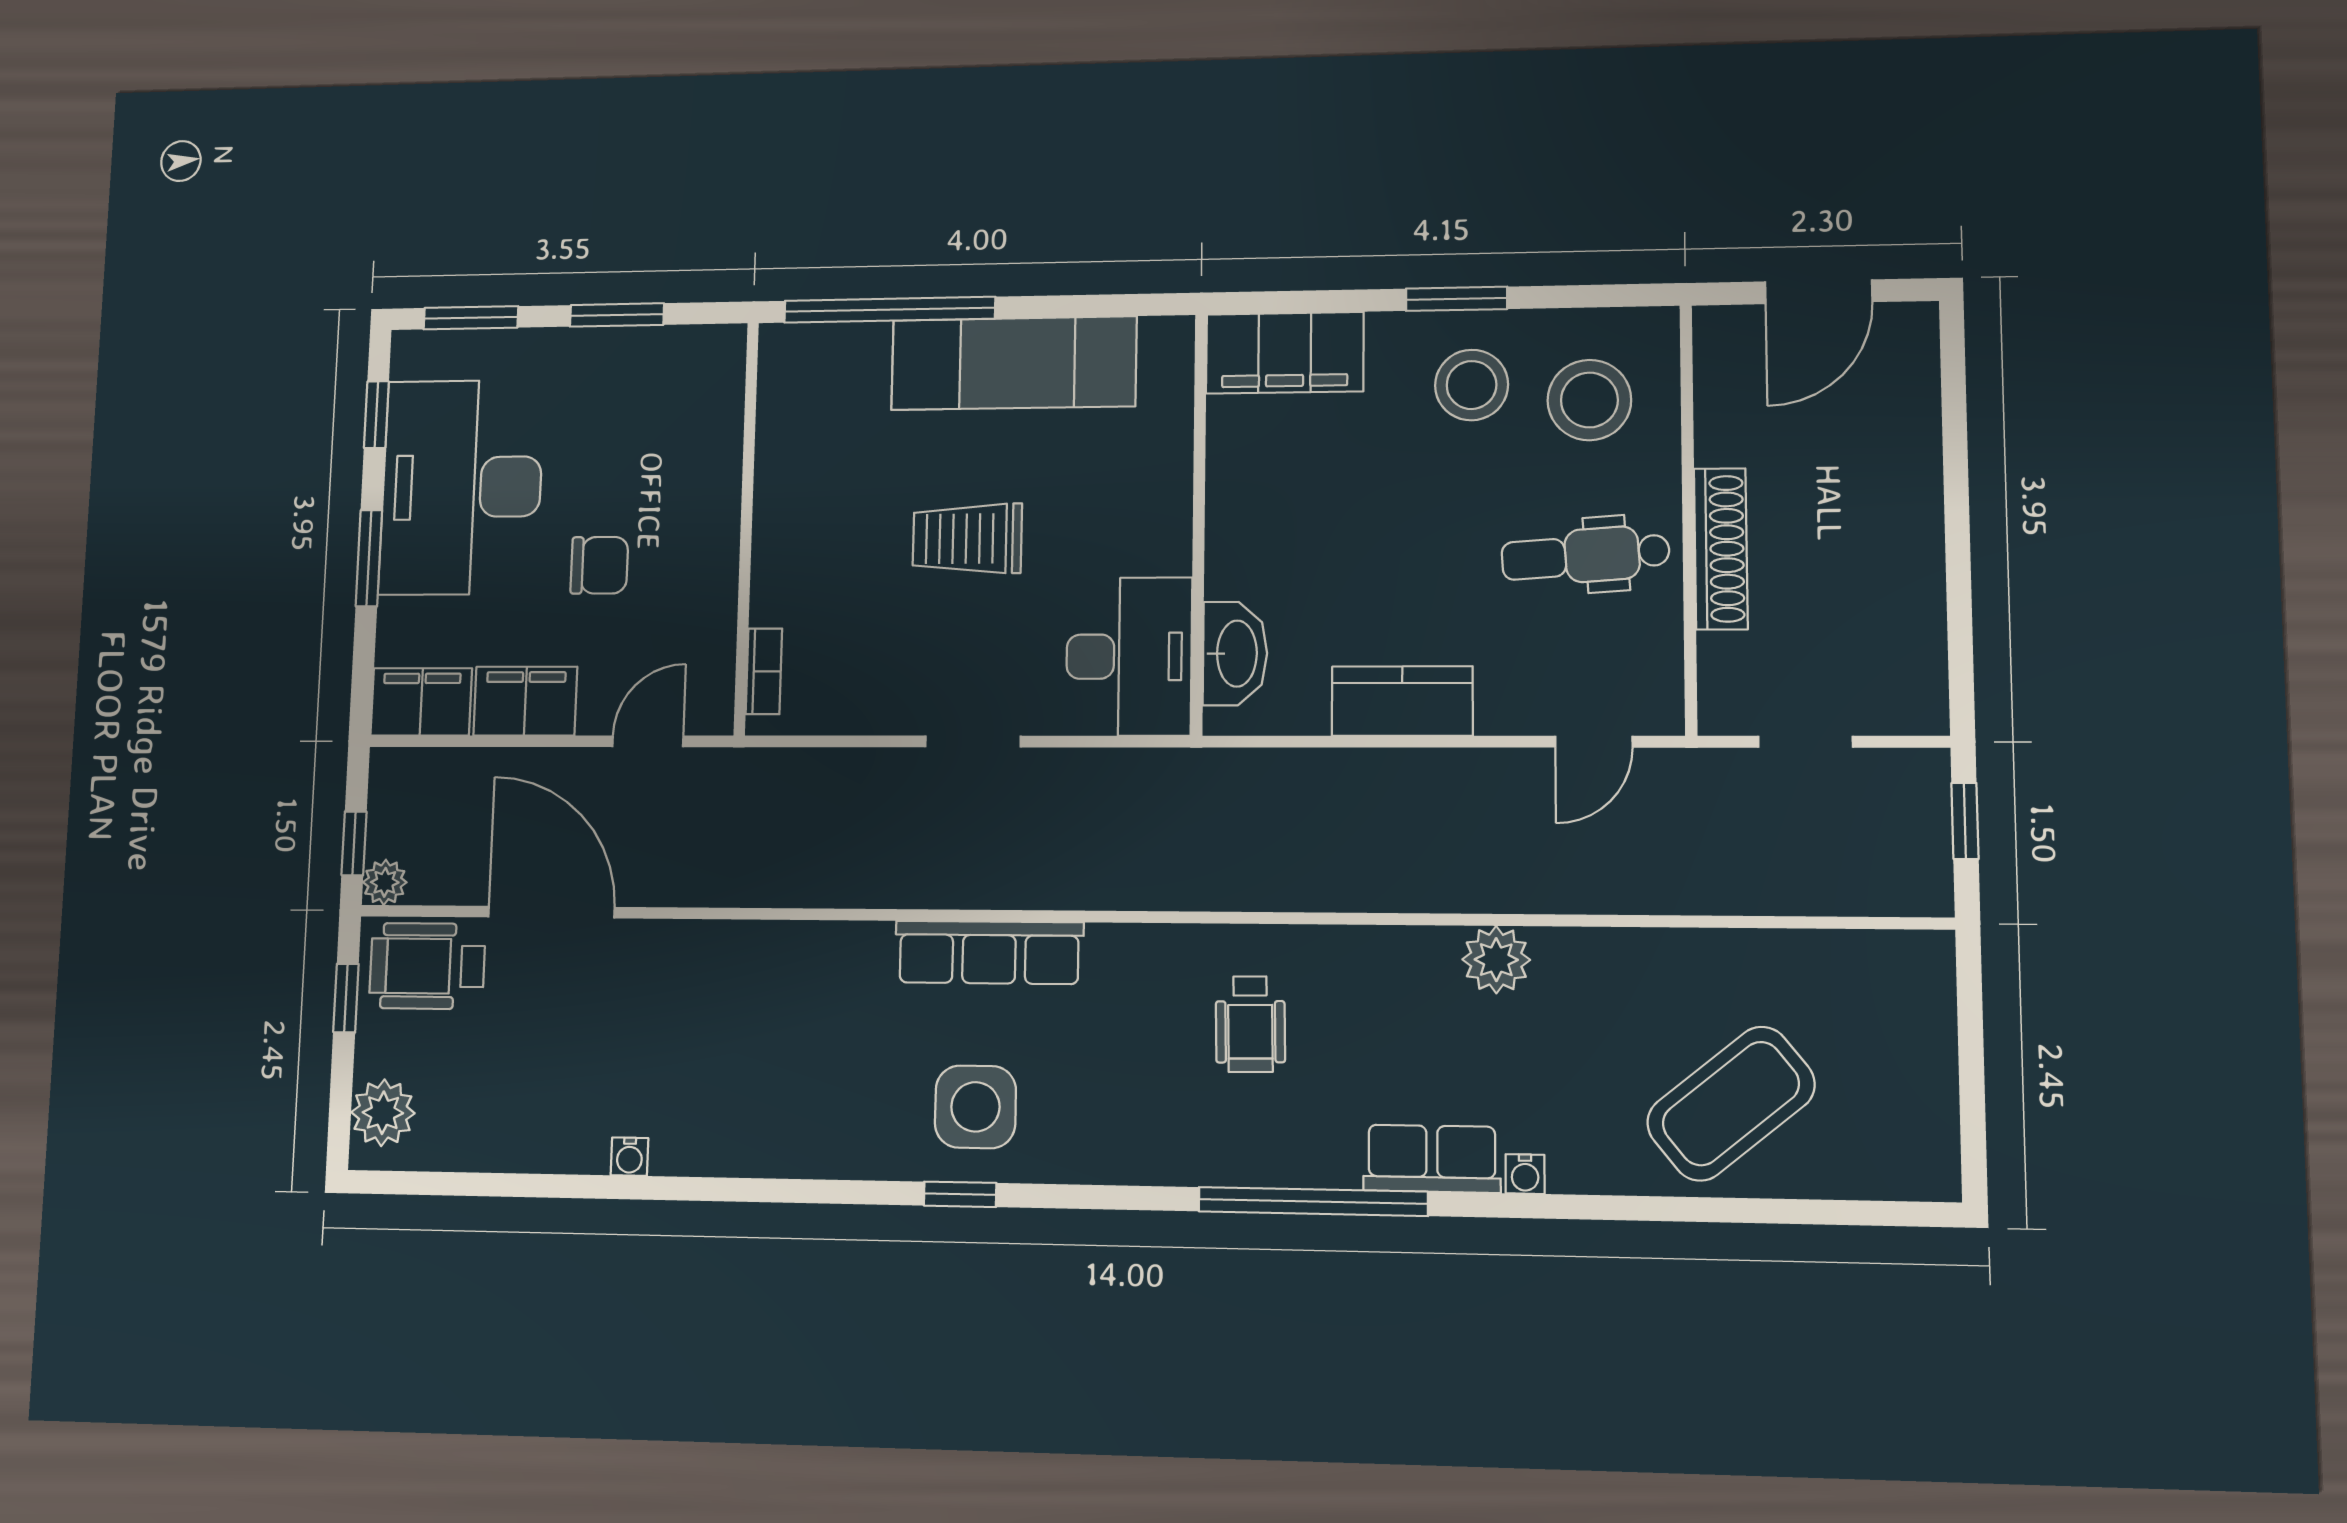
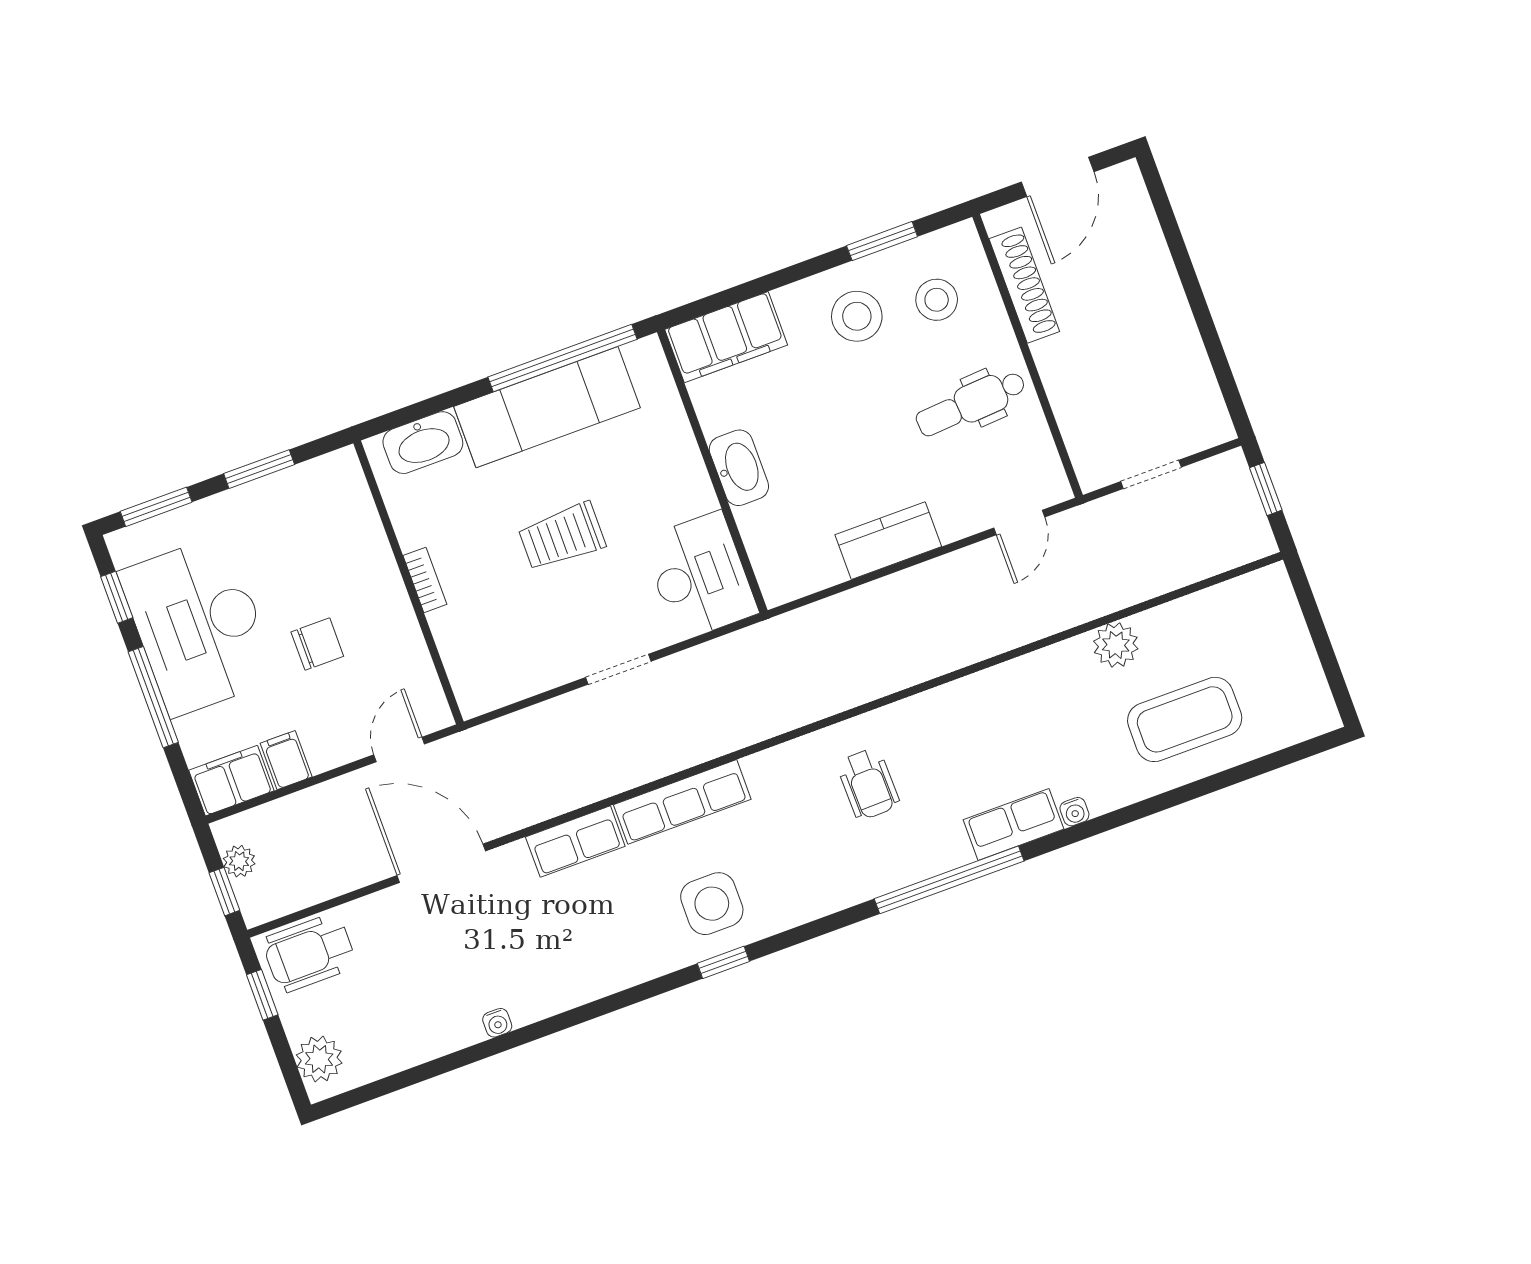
window: (1457, 299) -> (882, 241), moved
window: (889, 310) -> (562, 358), moved
washbasin: (836, 353) -> (423, 443), added
stool: (1589, 400) -> (937, 300), width x0.73, depth x0.73
shoe rack: (1721, 549) -> (1024, 285), moved
window: (369, 558) -> (153, 697), width x1.44
washbasin: (1235, 654) -> (739, 468), moved
bookcase: (764, 671) -> (425, 580), moved
filing cabinet: (525, 701) -> (286, 760), width x0.50
plant: (385, 882) -> (239, 861), moved
door: (551, 912) -> (441, 863), moved
row of seats: (827, 951) -> (575, 842), added
plant: (1496, 960) -> (1116, 645), moved
coffee table: (1731, 1104) -> (1185, 719), turned 39

